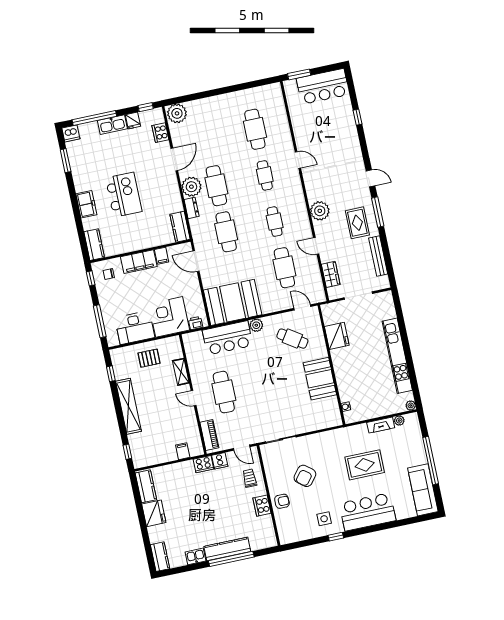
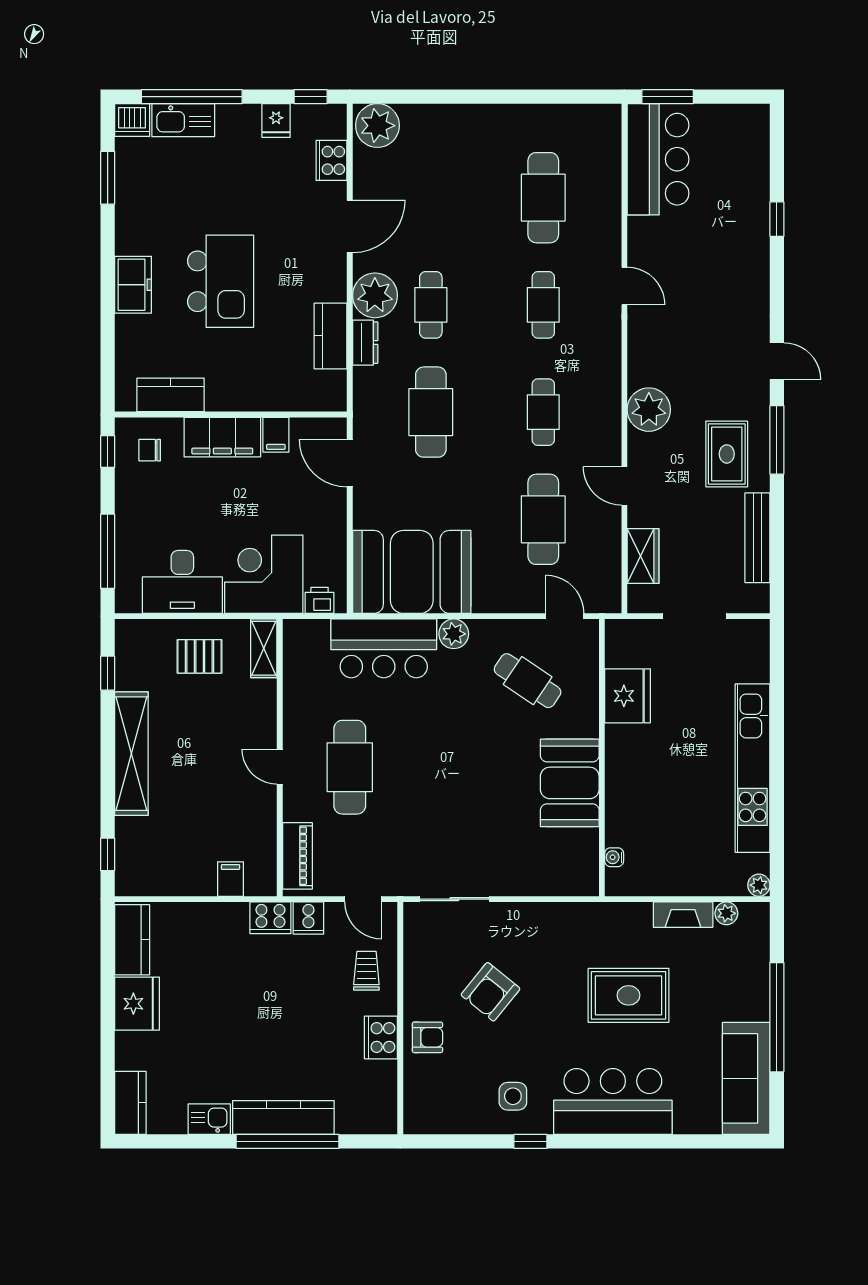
bar counter: (323, 86) -> (658, 159), moved, turned -90
kitchen sink: (112, 125) -> (183, 120), moved
cafe table: (216, 186) -> (431, 305), width x0.73, depth x0.74
kitchen counter: (180, 227) -> (331, 336), moved
kitchen counter: (94, 245) -> (171, 395), moved, turned -90
shelving: (181, 372) -> (264, 648), moved

